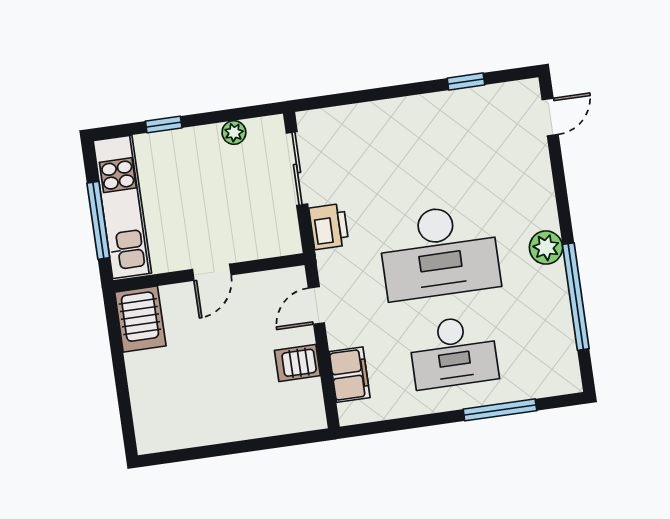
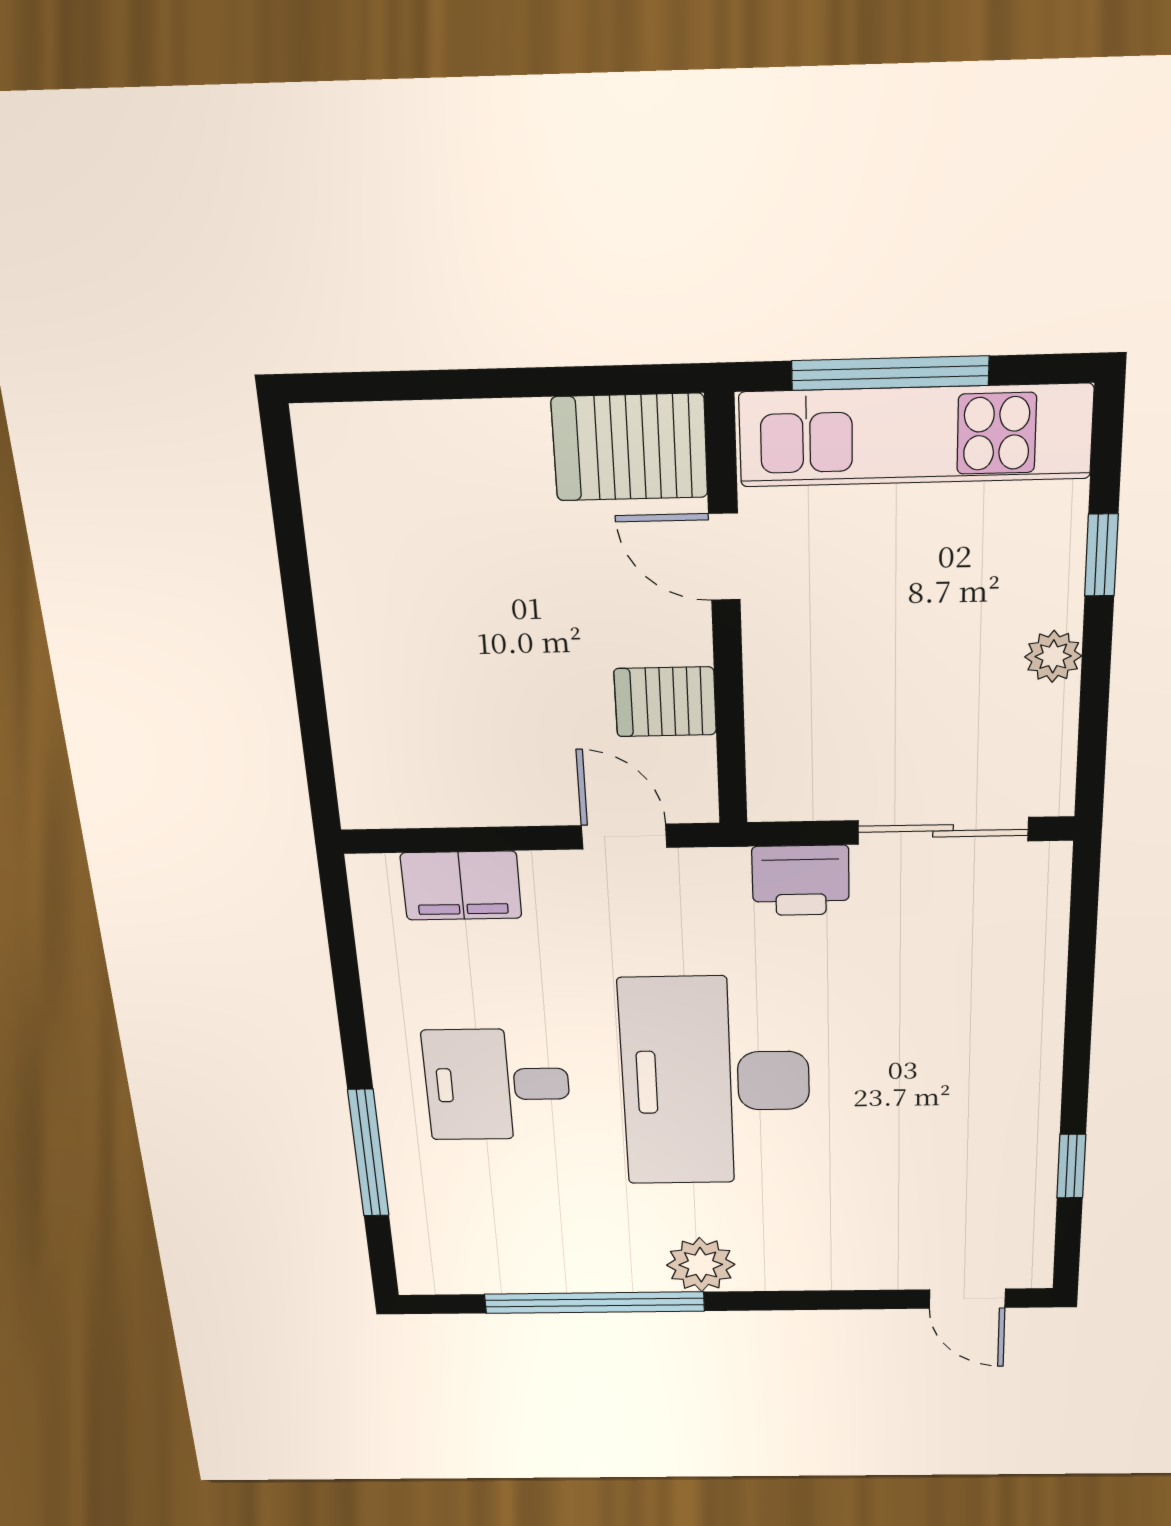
plant: (234, 133) -> (1053, 656), moved
door: (212, 272) -> (724, 557), moved
desk: (453, 352) -> (497, 1085), width x0.73
server rack: (297, 363) -> (665, 702), moved, turned -90

